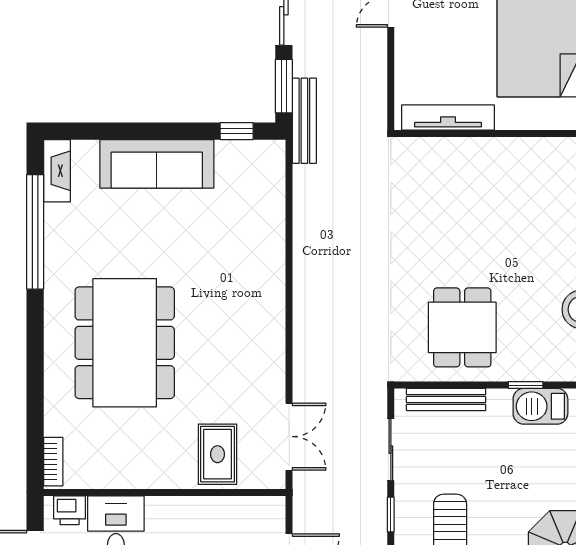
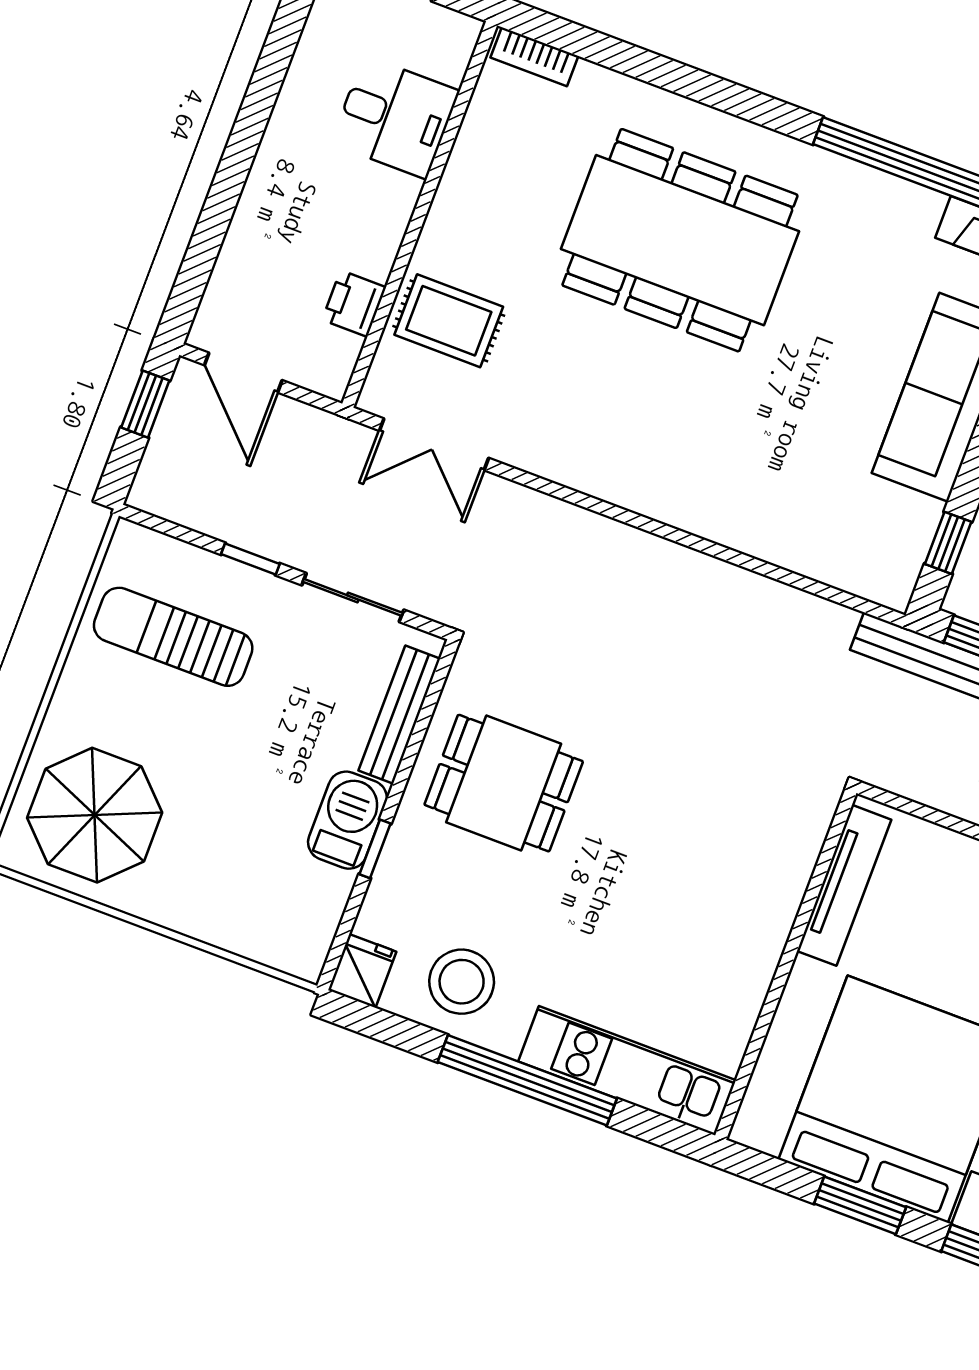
barbecue: (540, 406) -> (347, 820), moved
printer: (70, 510) -> (354, 304), moved

